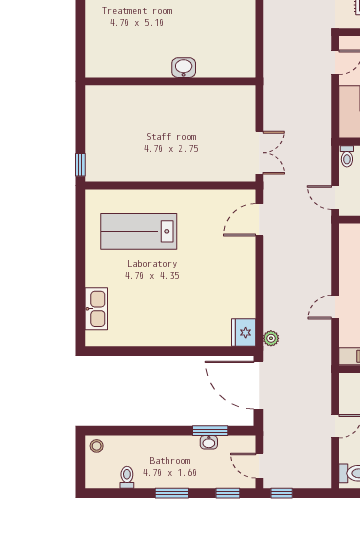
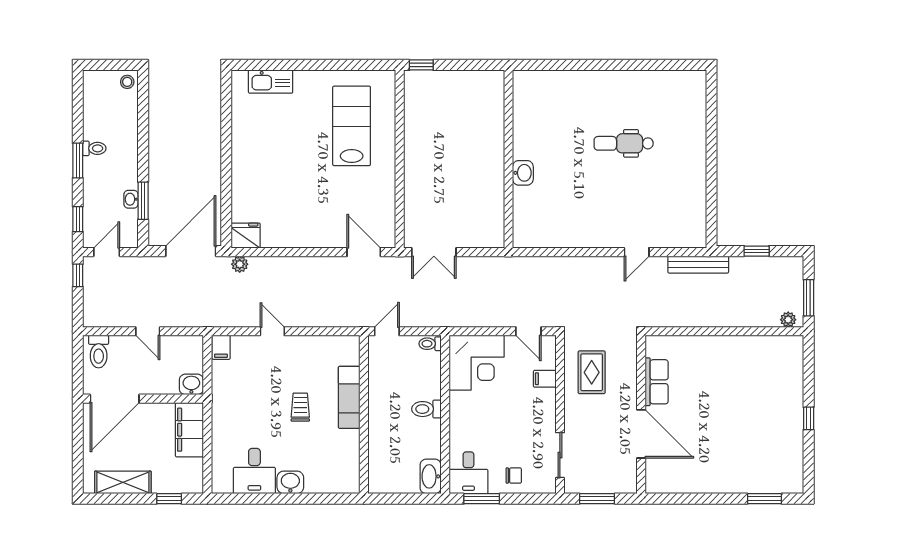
toilet: (127, 477) -> (94, 148), moved

